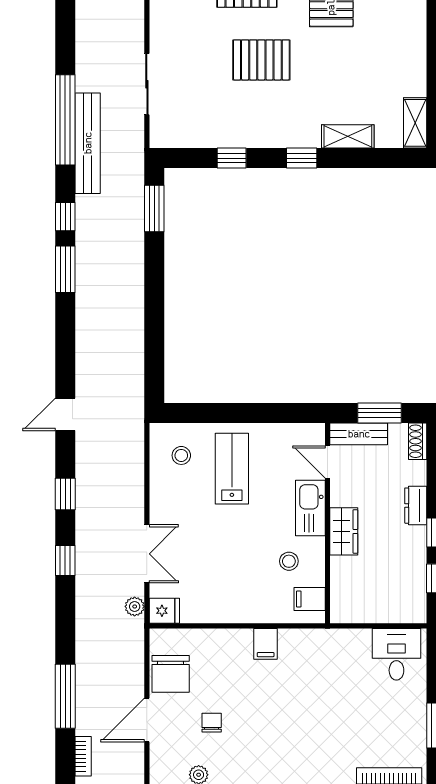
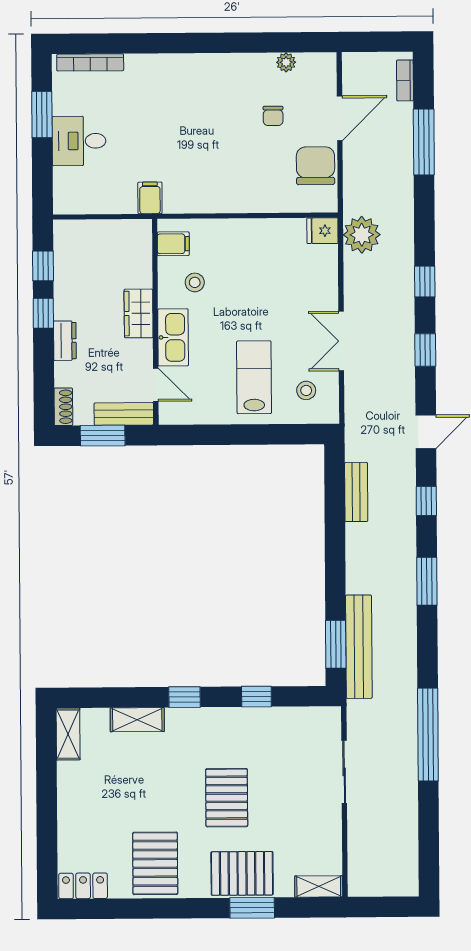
pallet: (261, 60) -> (227, 798), turned 90
bench: (88, 143) -> (359, 647), moved
window: (65, 217) -> (426, 501), moved
bench: (133, 356) -> (356, 492), added
lab bench: (232, 469) -> (254, 377), turned 180
double door: (147, 554) -> (341, 341), moved
plant: (135, 606) -> (362, 235), width x1.87, depth x1.87
filing cabinet: (266, 644) -> (150, 198), moved
desk: (396, 654) -> (79, 141), moved, turned 90

